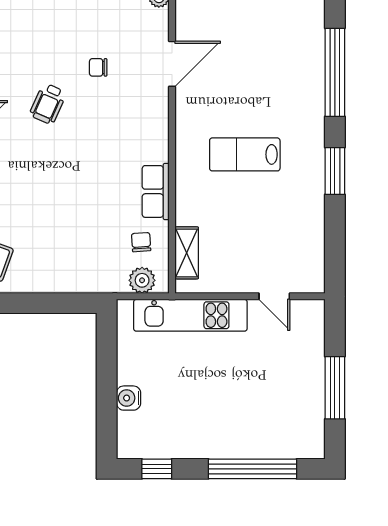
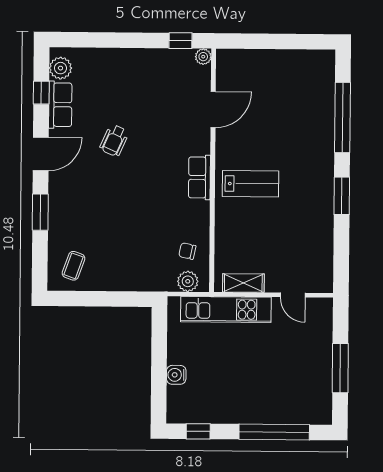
chair: (98, 67) -> (154, 112), removed
lab bench: (245, 154) -> (251, 184), moved, turned 180
row of seats: (156, 191) -> (199, 177), moved
chair: (141, 242) -> (187, 251), turned -74
shelving: (187, 253) -> (243, 283), moved, turned 90

